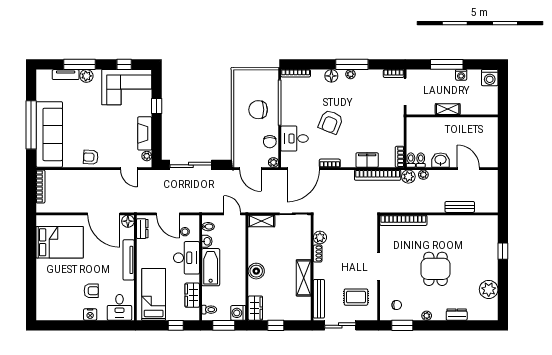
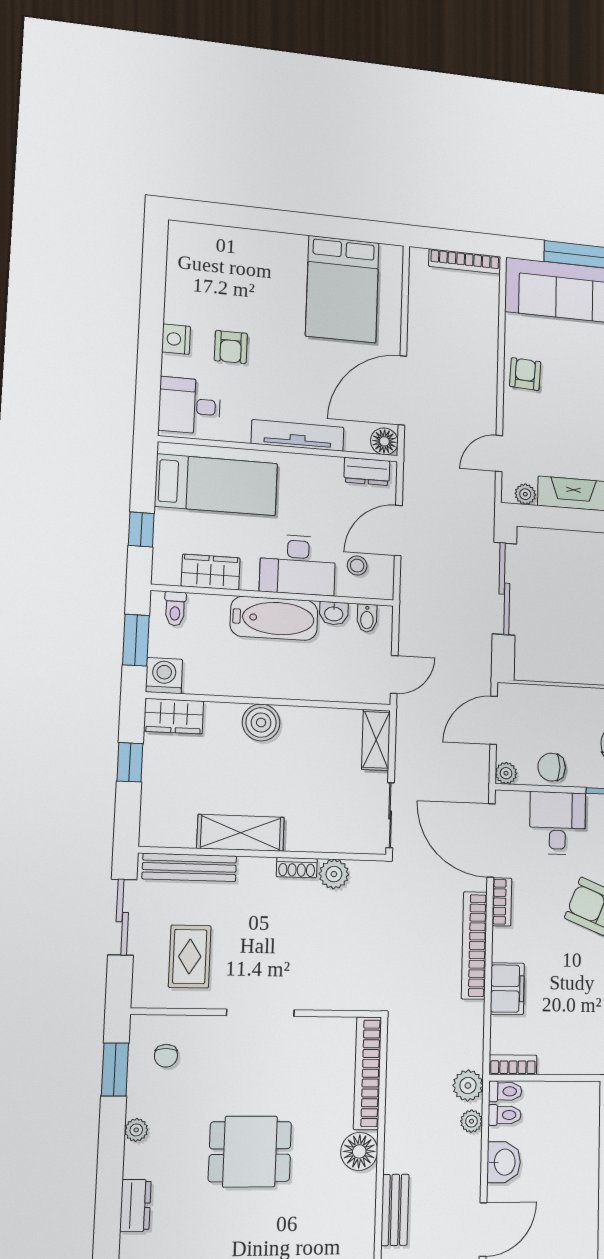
bookcase: (378, 175) -> (474, 945), moved
floor lamp: (436, 223) -> (359, 1151), added

